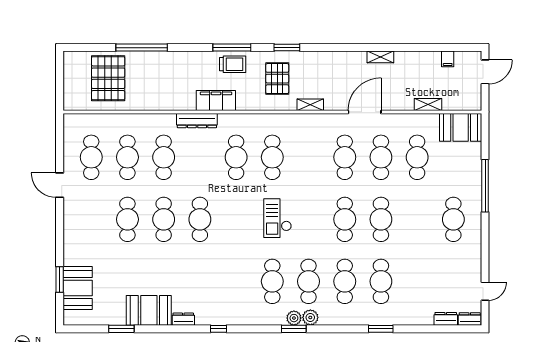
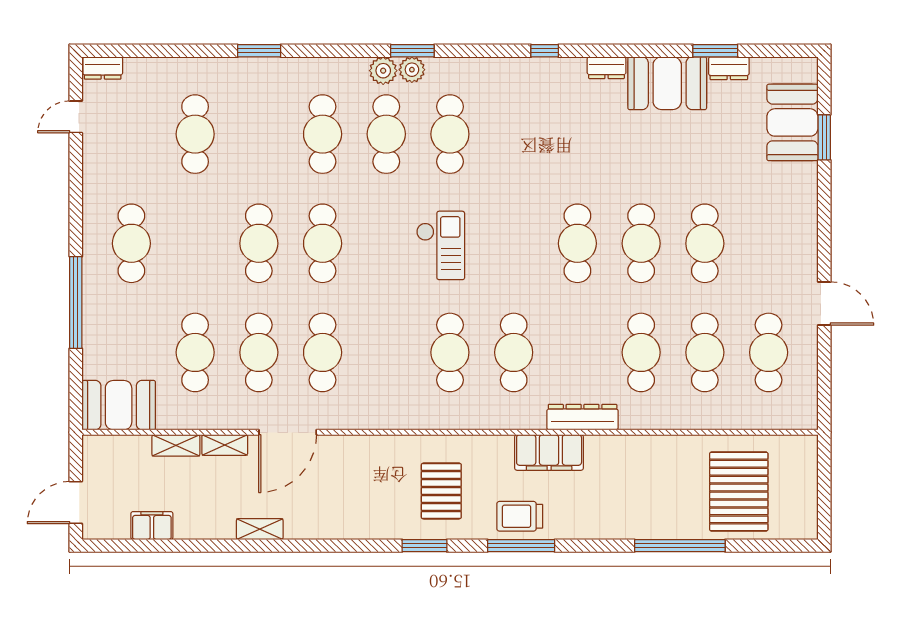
filing cabinet: (448, 59) -> (152, 526), width x2.00
shelving: (310, 105) -> (225, 445), moved
cafe table: (381, 281) -> (195, 134), moved
dresser: (446, 319) -> (729, 68), moved

